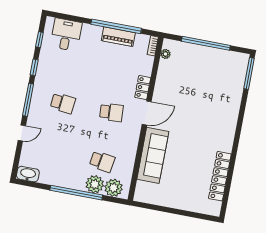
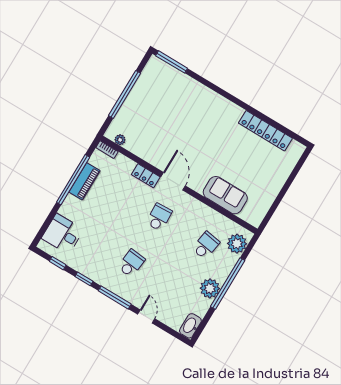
sofa: (153, 155) -> (225, 195), width x0.73
plant: (95, 184) -> (210, 288), moved

